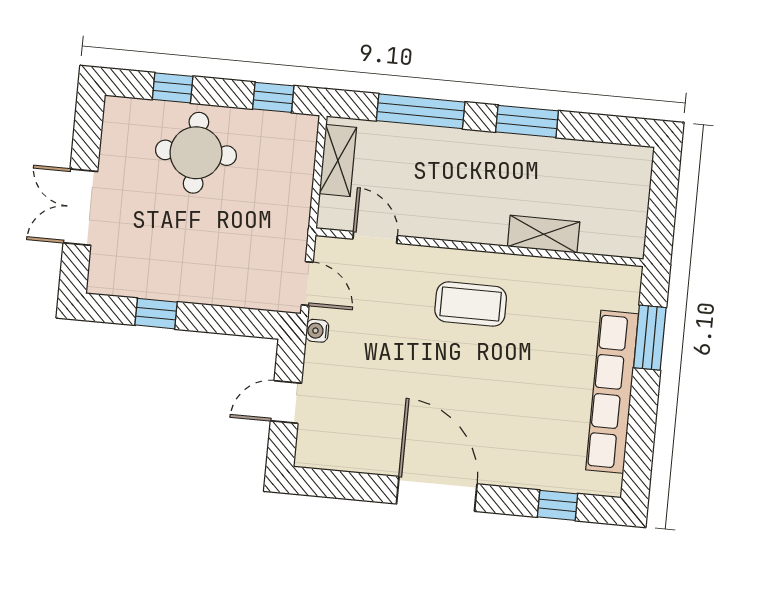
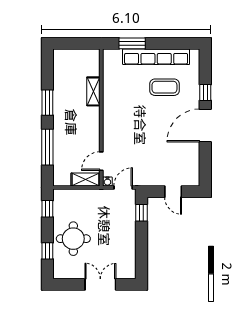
shelving: (338, 161) -> (86, 180), moved
double door: (80, 207) -> (100, 284), swing flipped
coffee table: (471, 304) -> (164, 87), moved, turned 90
window: (156, 314) -> (142, 213), moved
water cooler: (317, 331) -> (107, 181), moved
window: (557, 505) -> (205, 92), moved

